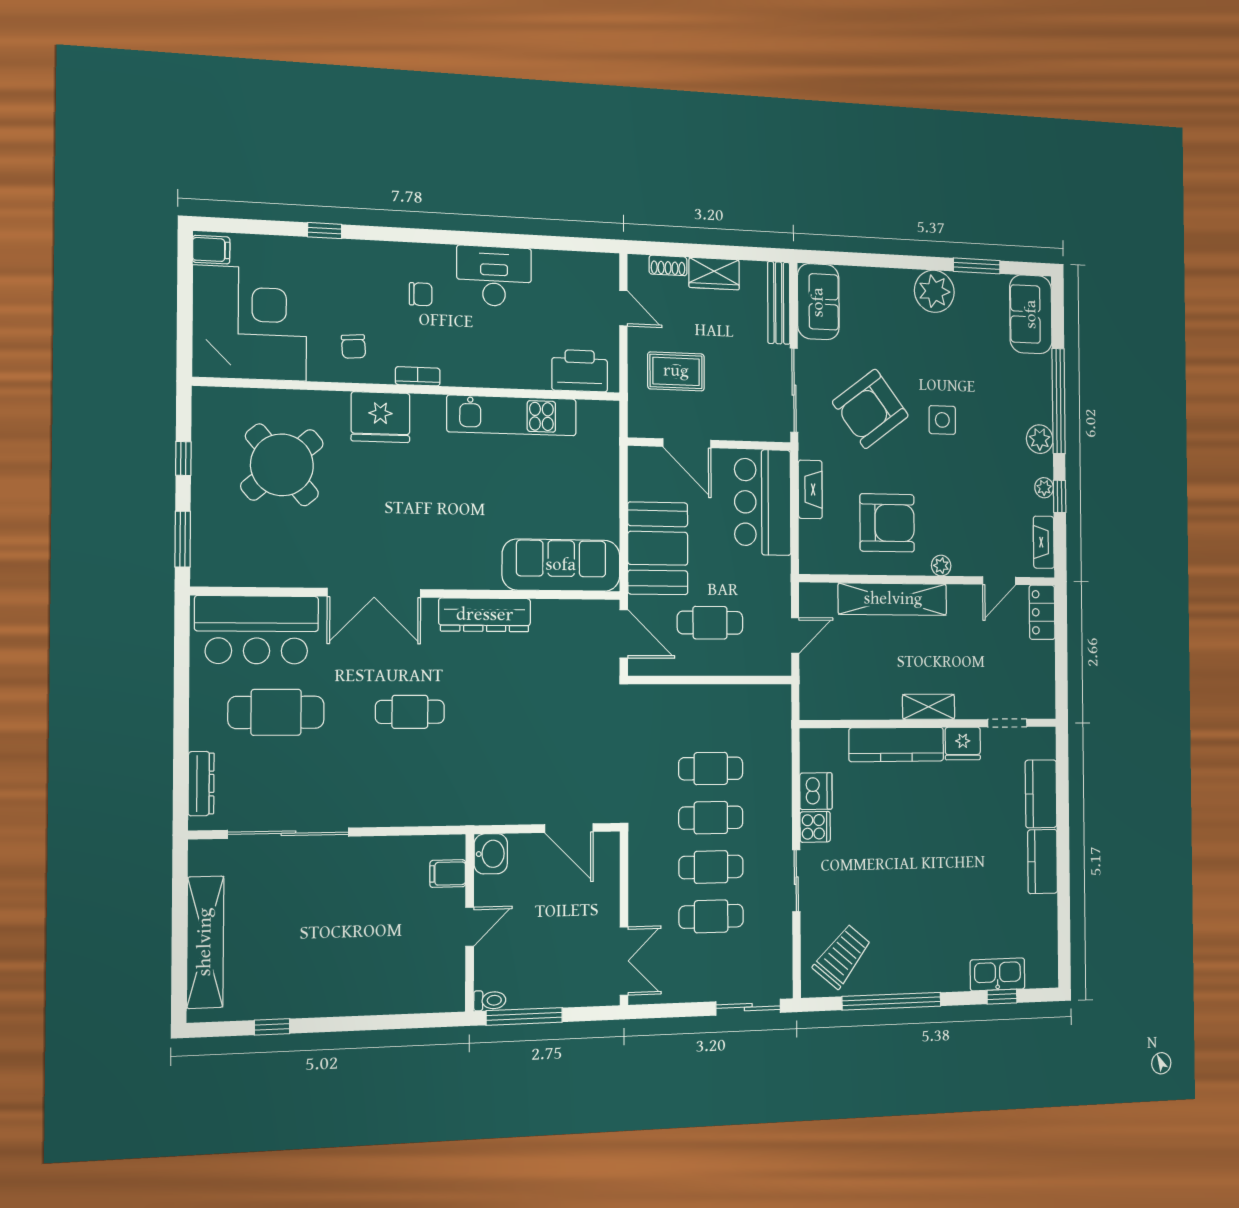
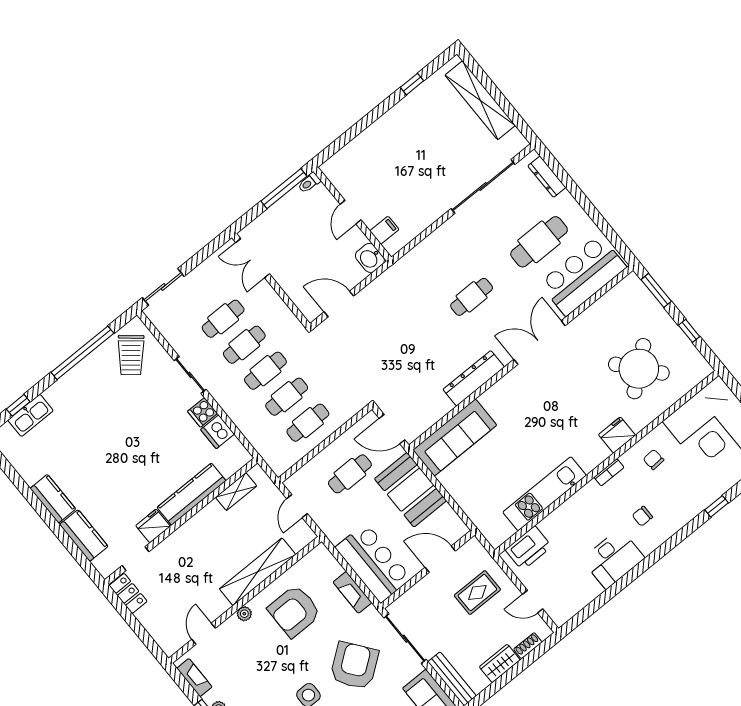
fridge: (380, 417) -> (617, 435), width x0.73, depth x0.75
locker: (1042, 612) -> (128, 593), moved
shelving: (929, 707) -> (236, 492), moved
cafe table: (711, 719) -> (308, 423), added

